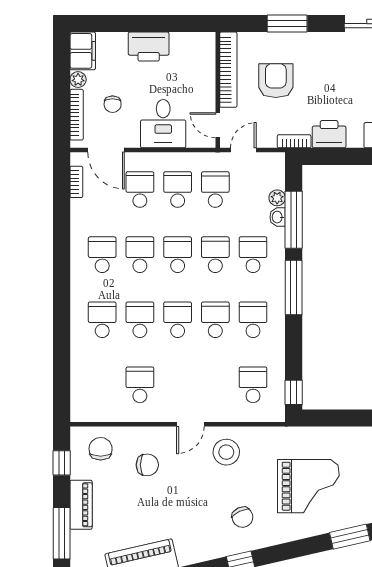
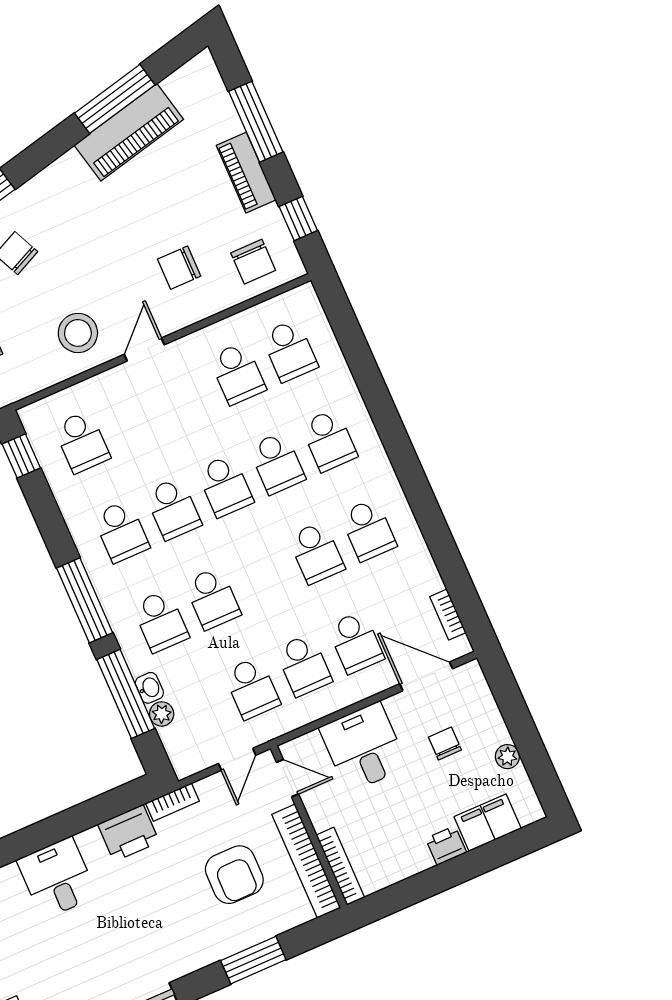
printer: (149, 47) -> (446, 846), width x0.53, depth x0.68
filing cabinet: (83, 51) -> (488, 823), moved, turned 90
bookcase: (77, 115) -> (340, 866), moved, turned 180
school desk: (178, 255) -> (290, 351), moved

